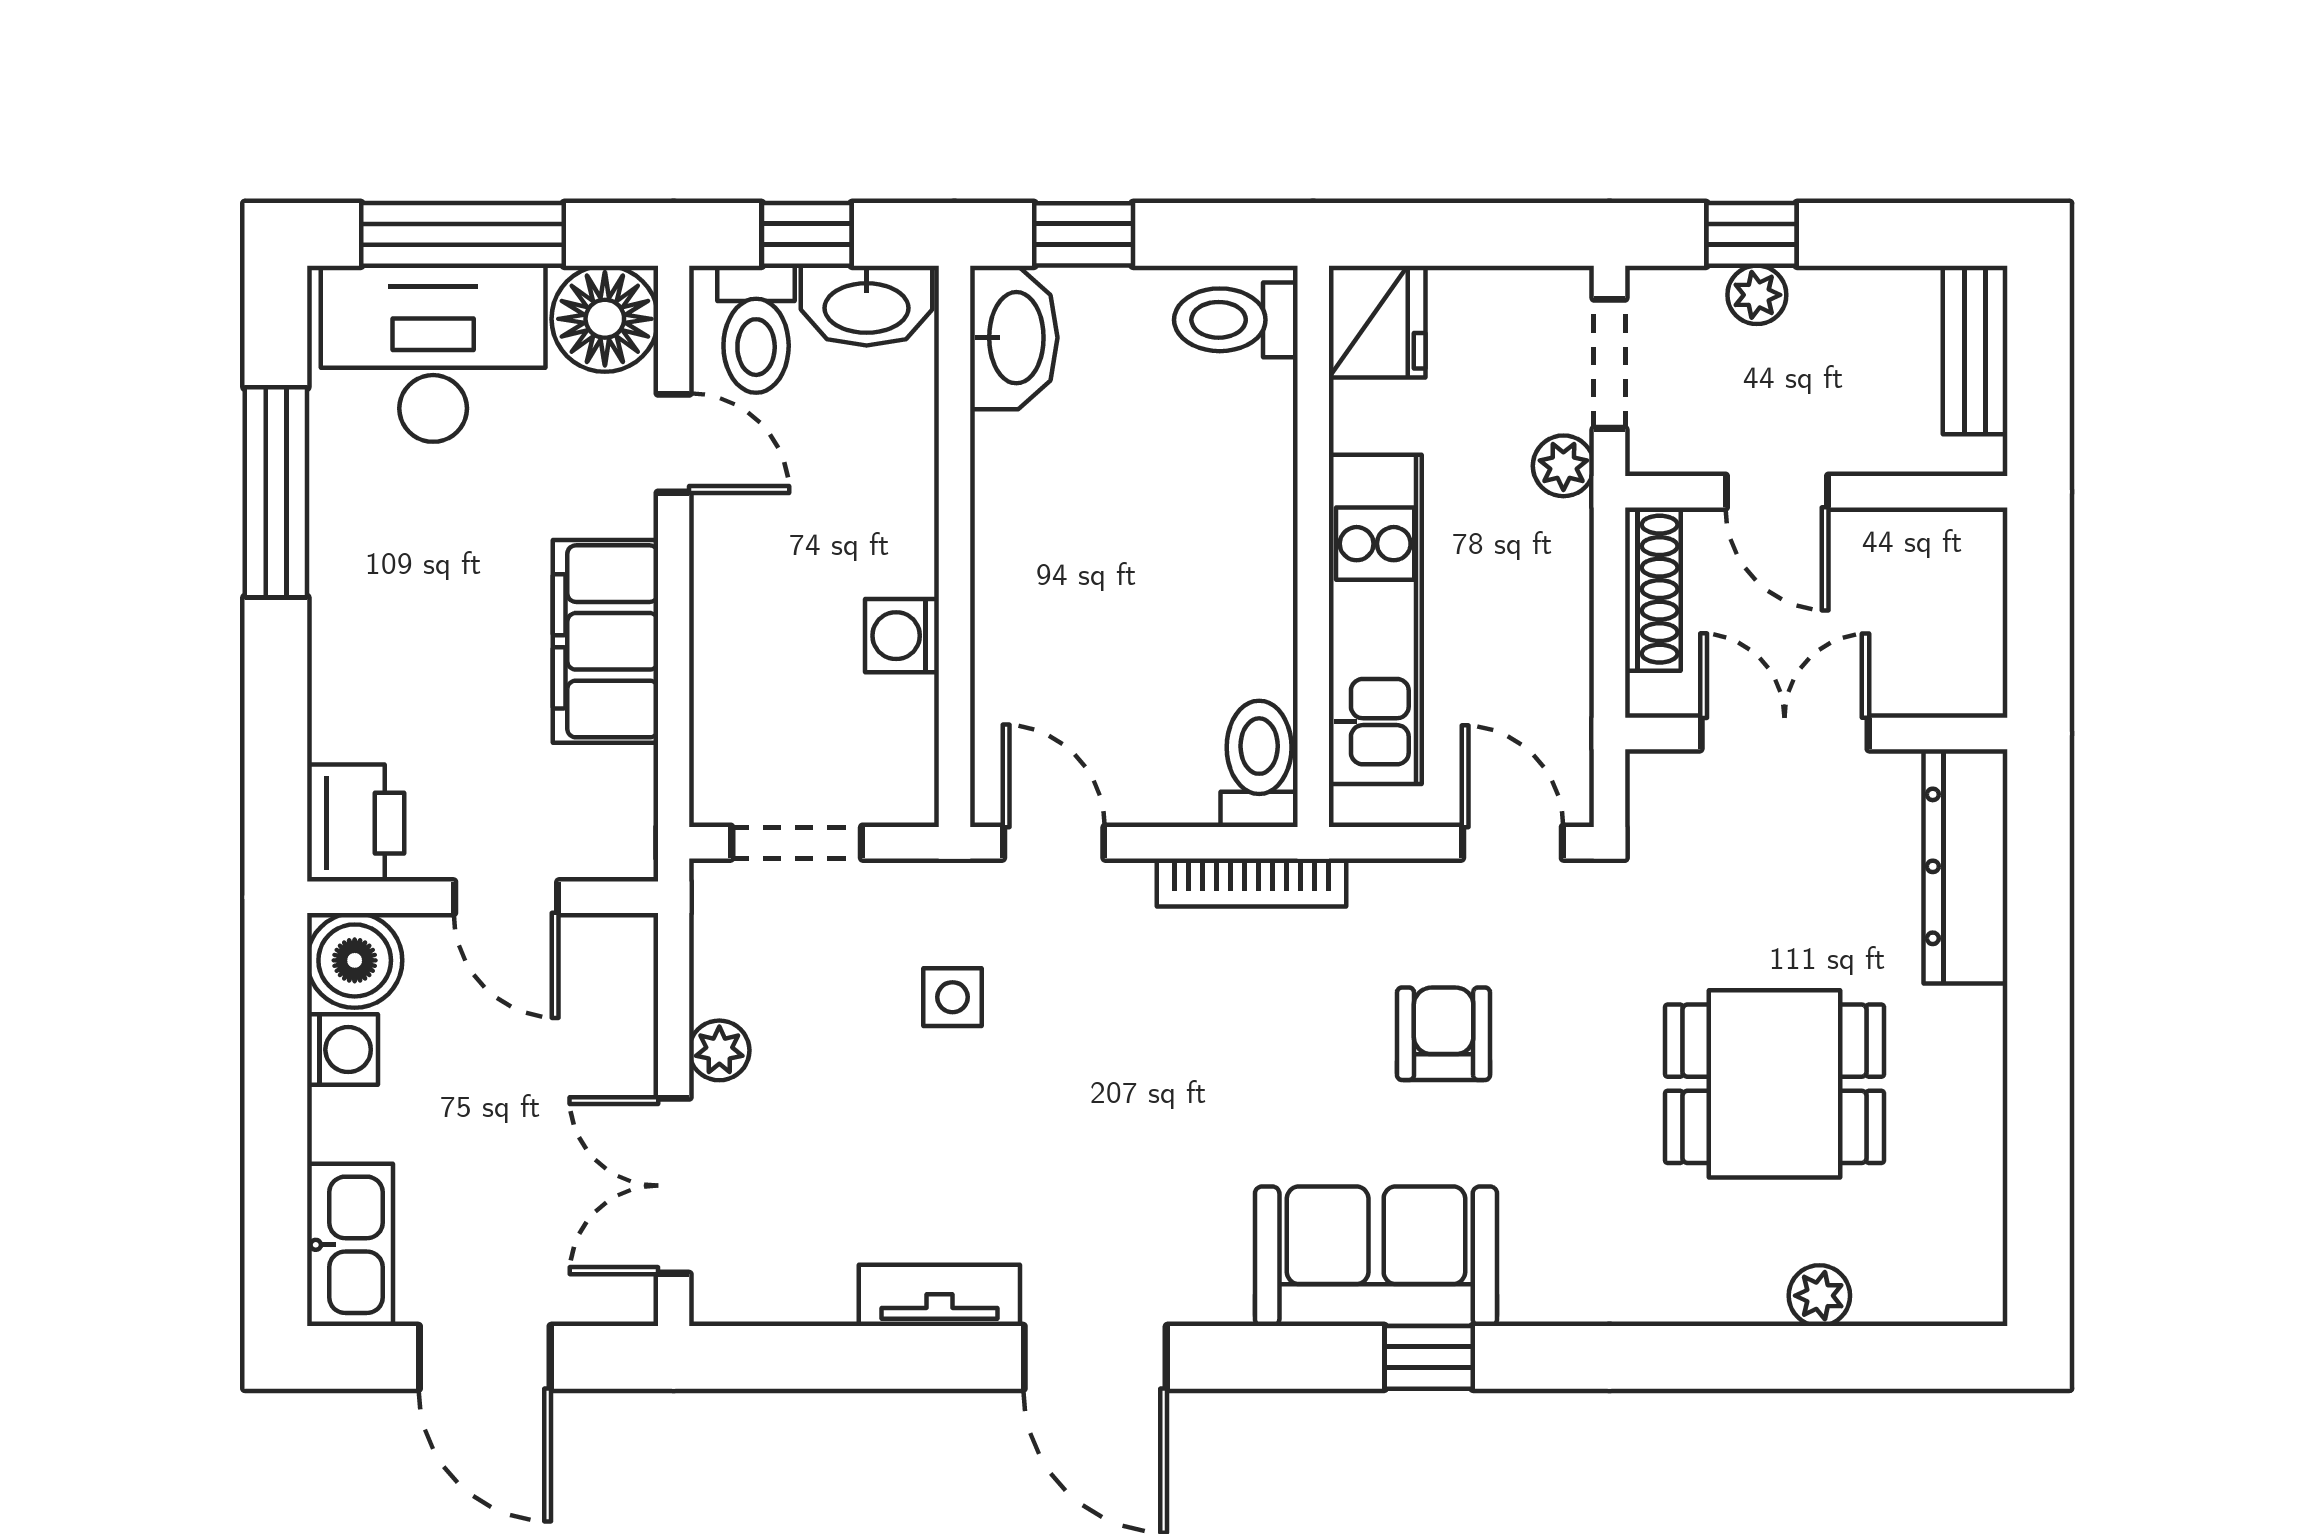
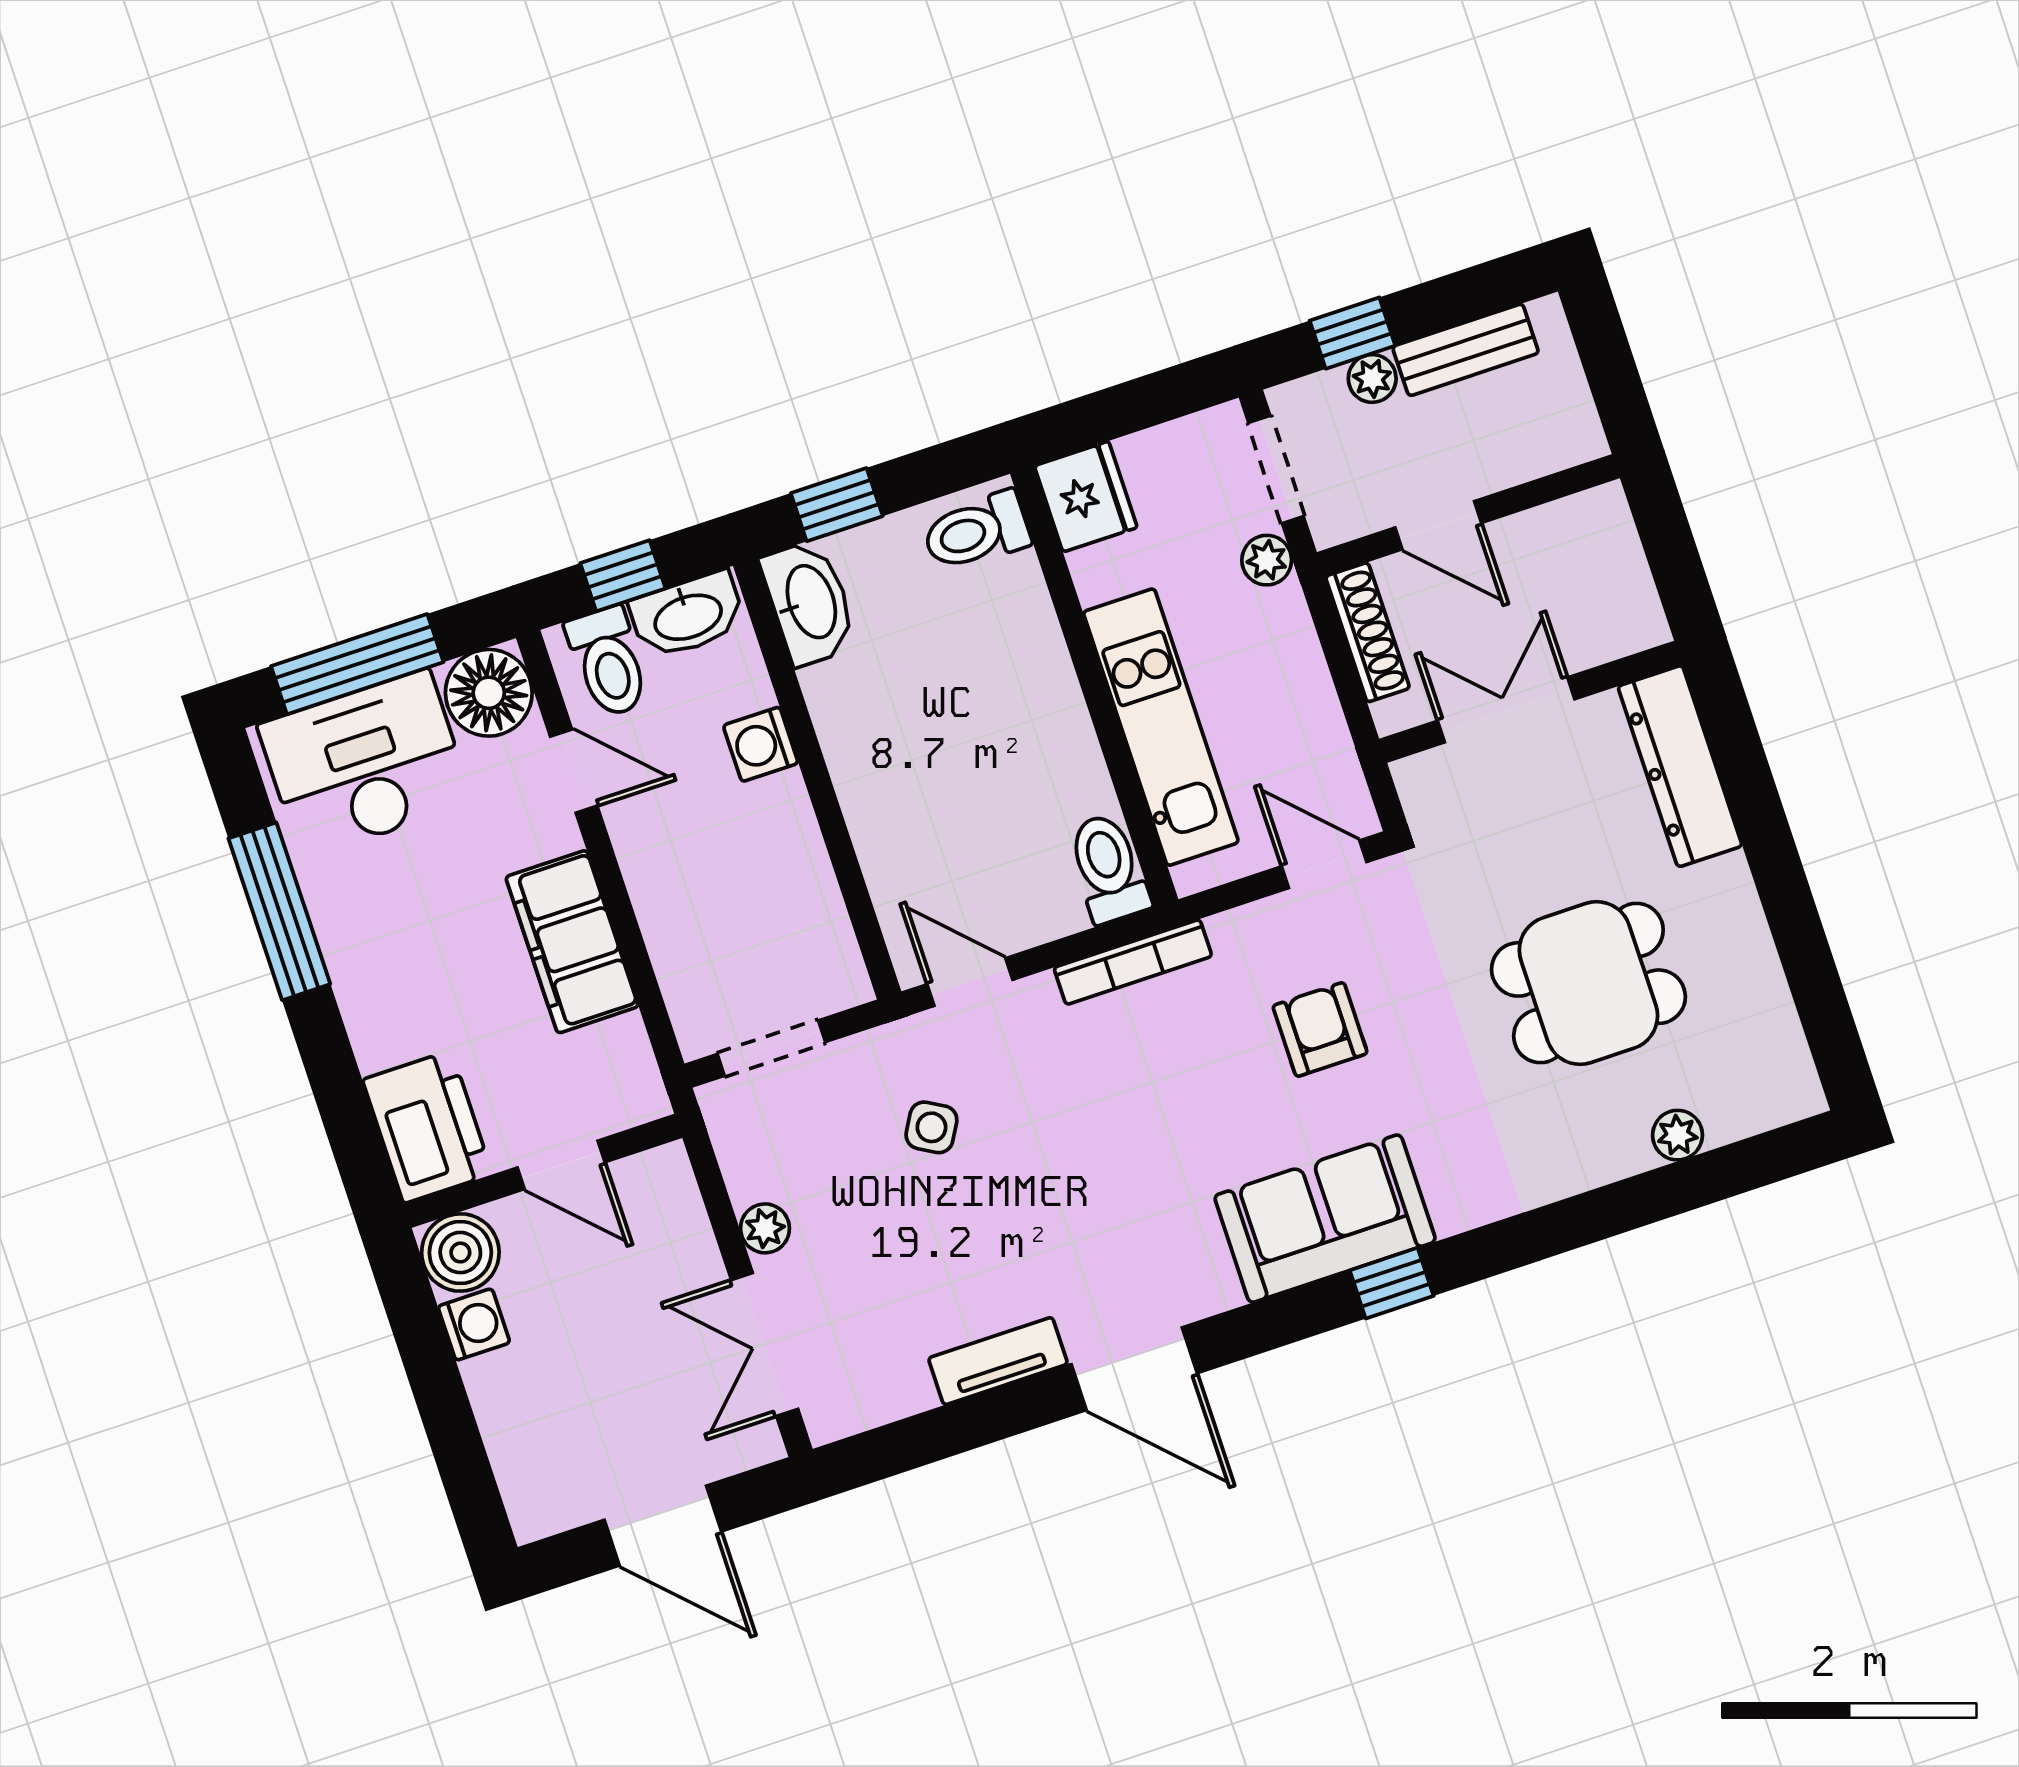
bench: (1975, 350) -> (1466, 350), moved, turned 90
washing machine: (902, 636) -> (761, 744), moved
printer: (356, 823) -> (427, 1127), width x1.37, depth x1.19
side table: (952, 997) -> (931, 1127), turned 30
kitchen sink: (350, 1245) -> (530, 1473), removed

